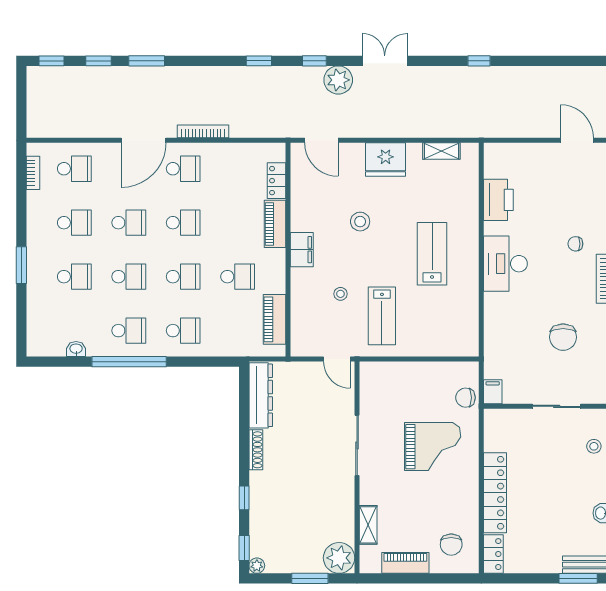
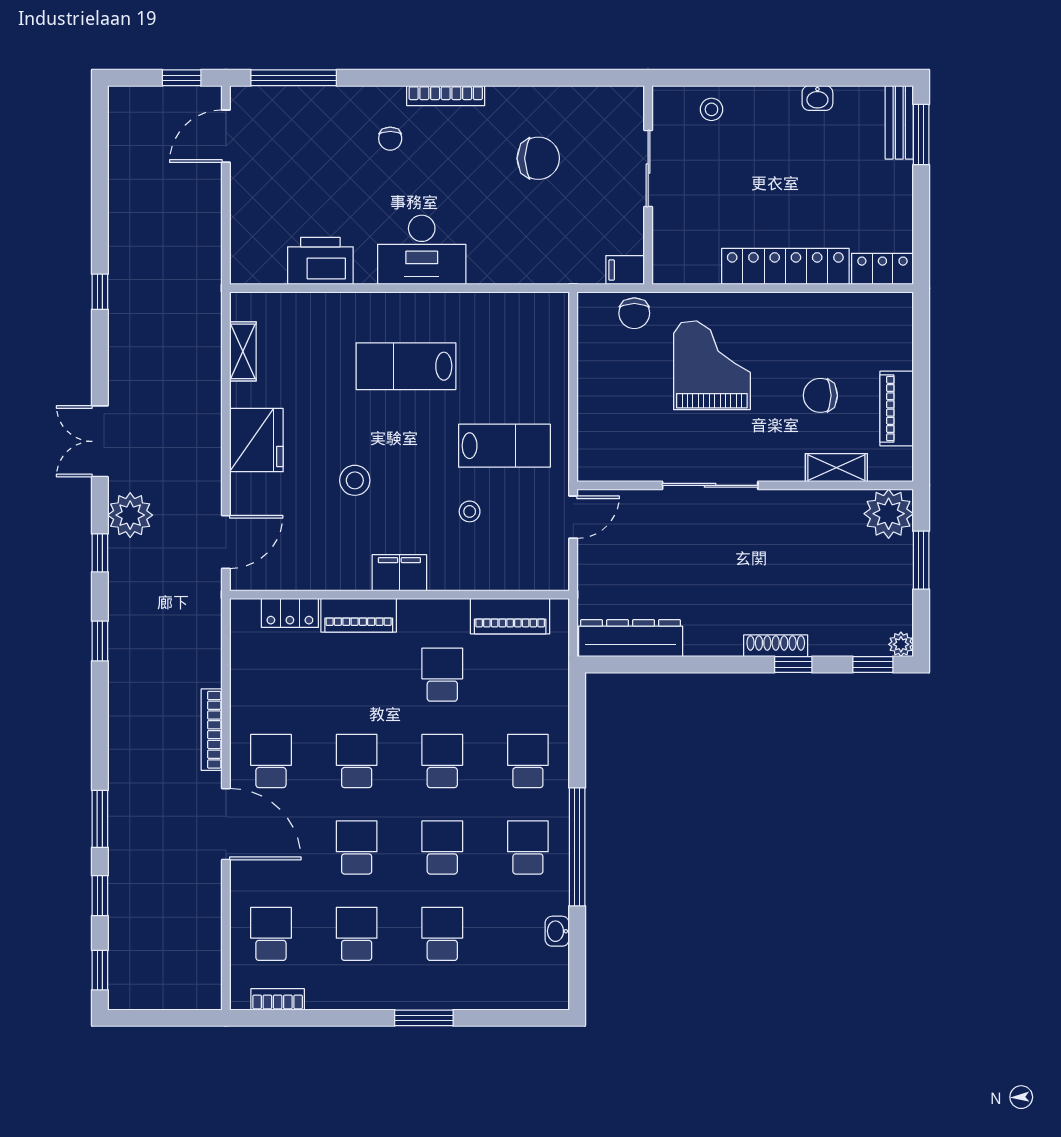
shoe rack: (256, 450) -> (776, 646), moved
chair: (451, 545) -> (820, 395), moved, turned 180

